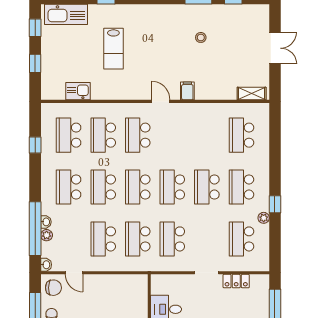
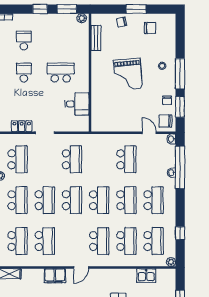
filing cabinet: (187, 91) -> (55, 276), width x2.00
door: (161, 101) -> (81, 268), hinge flipped
plant: (47, 235) -> (171, 262), moved
school desk: (138, 239) -> (45, 241), moved

